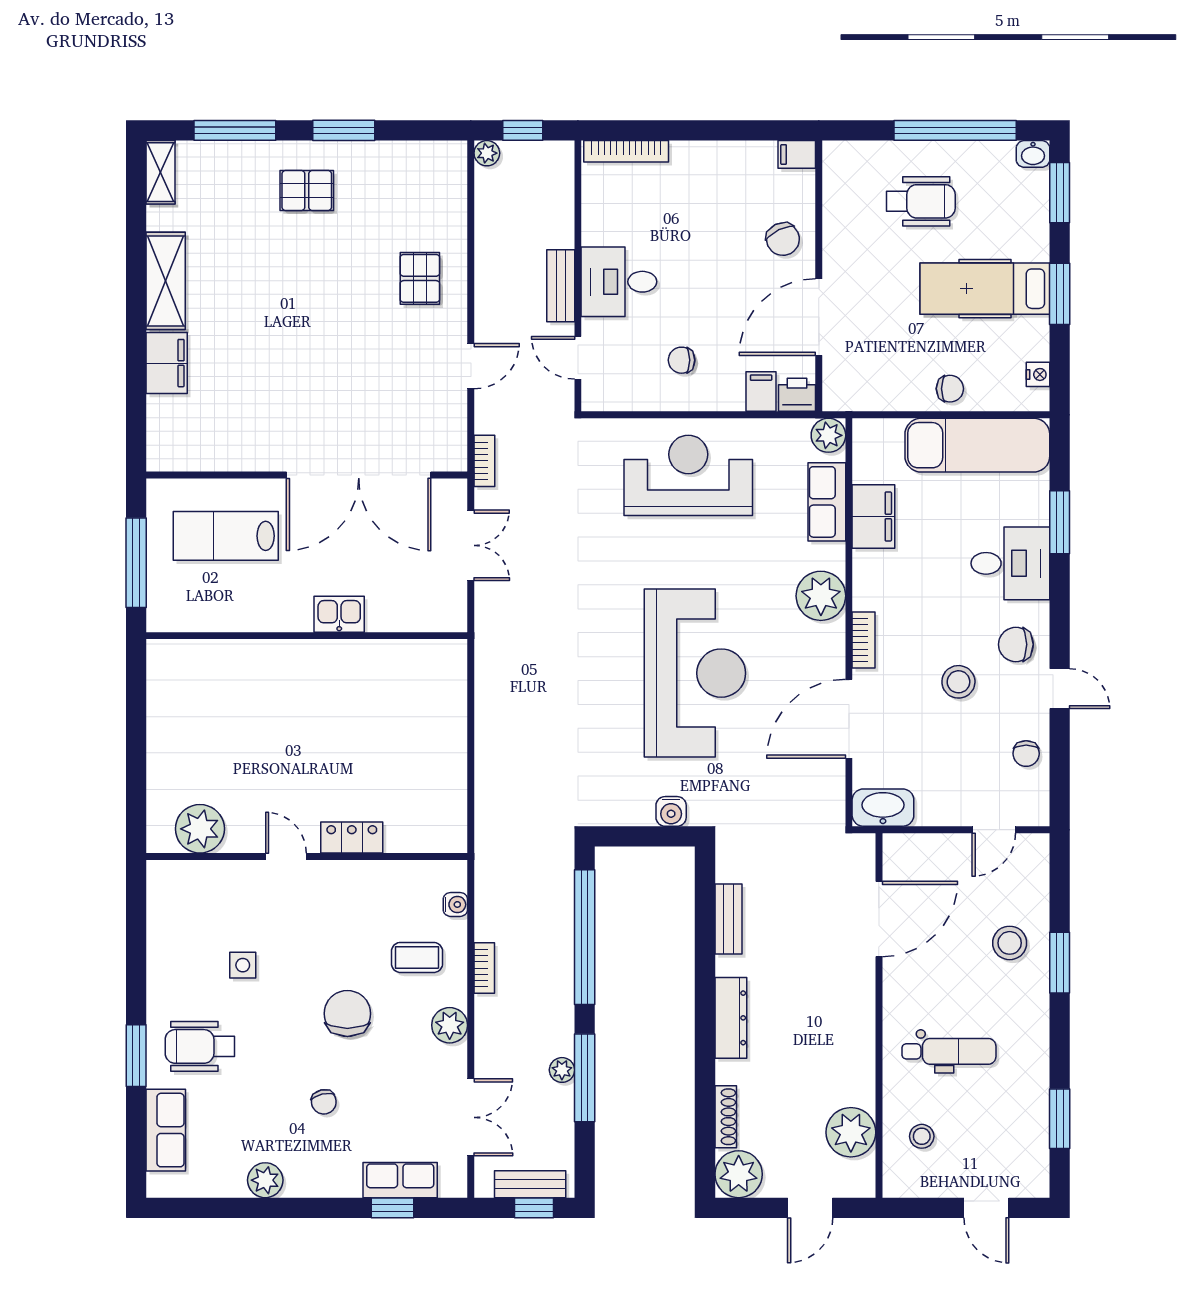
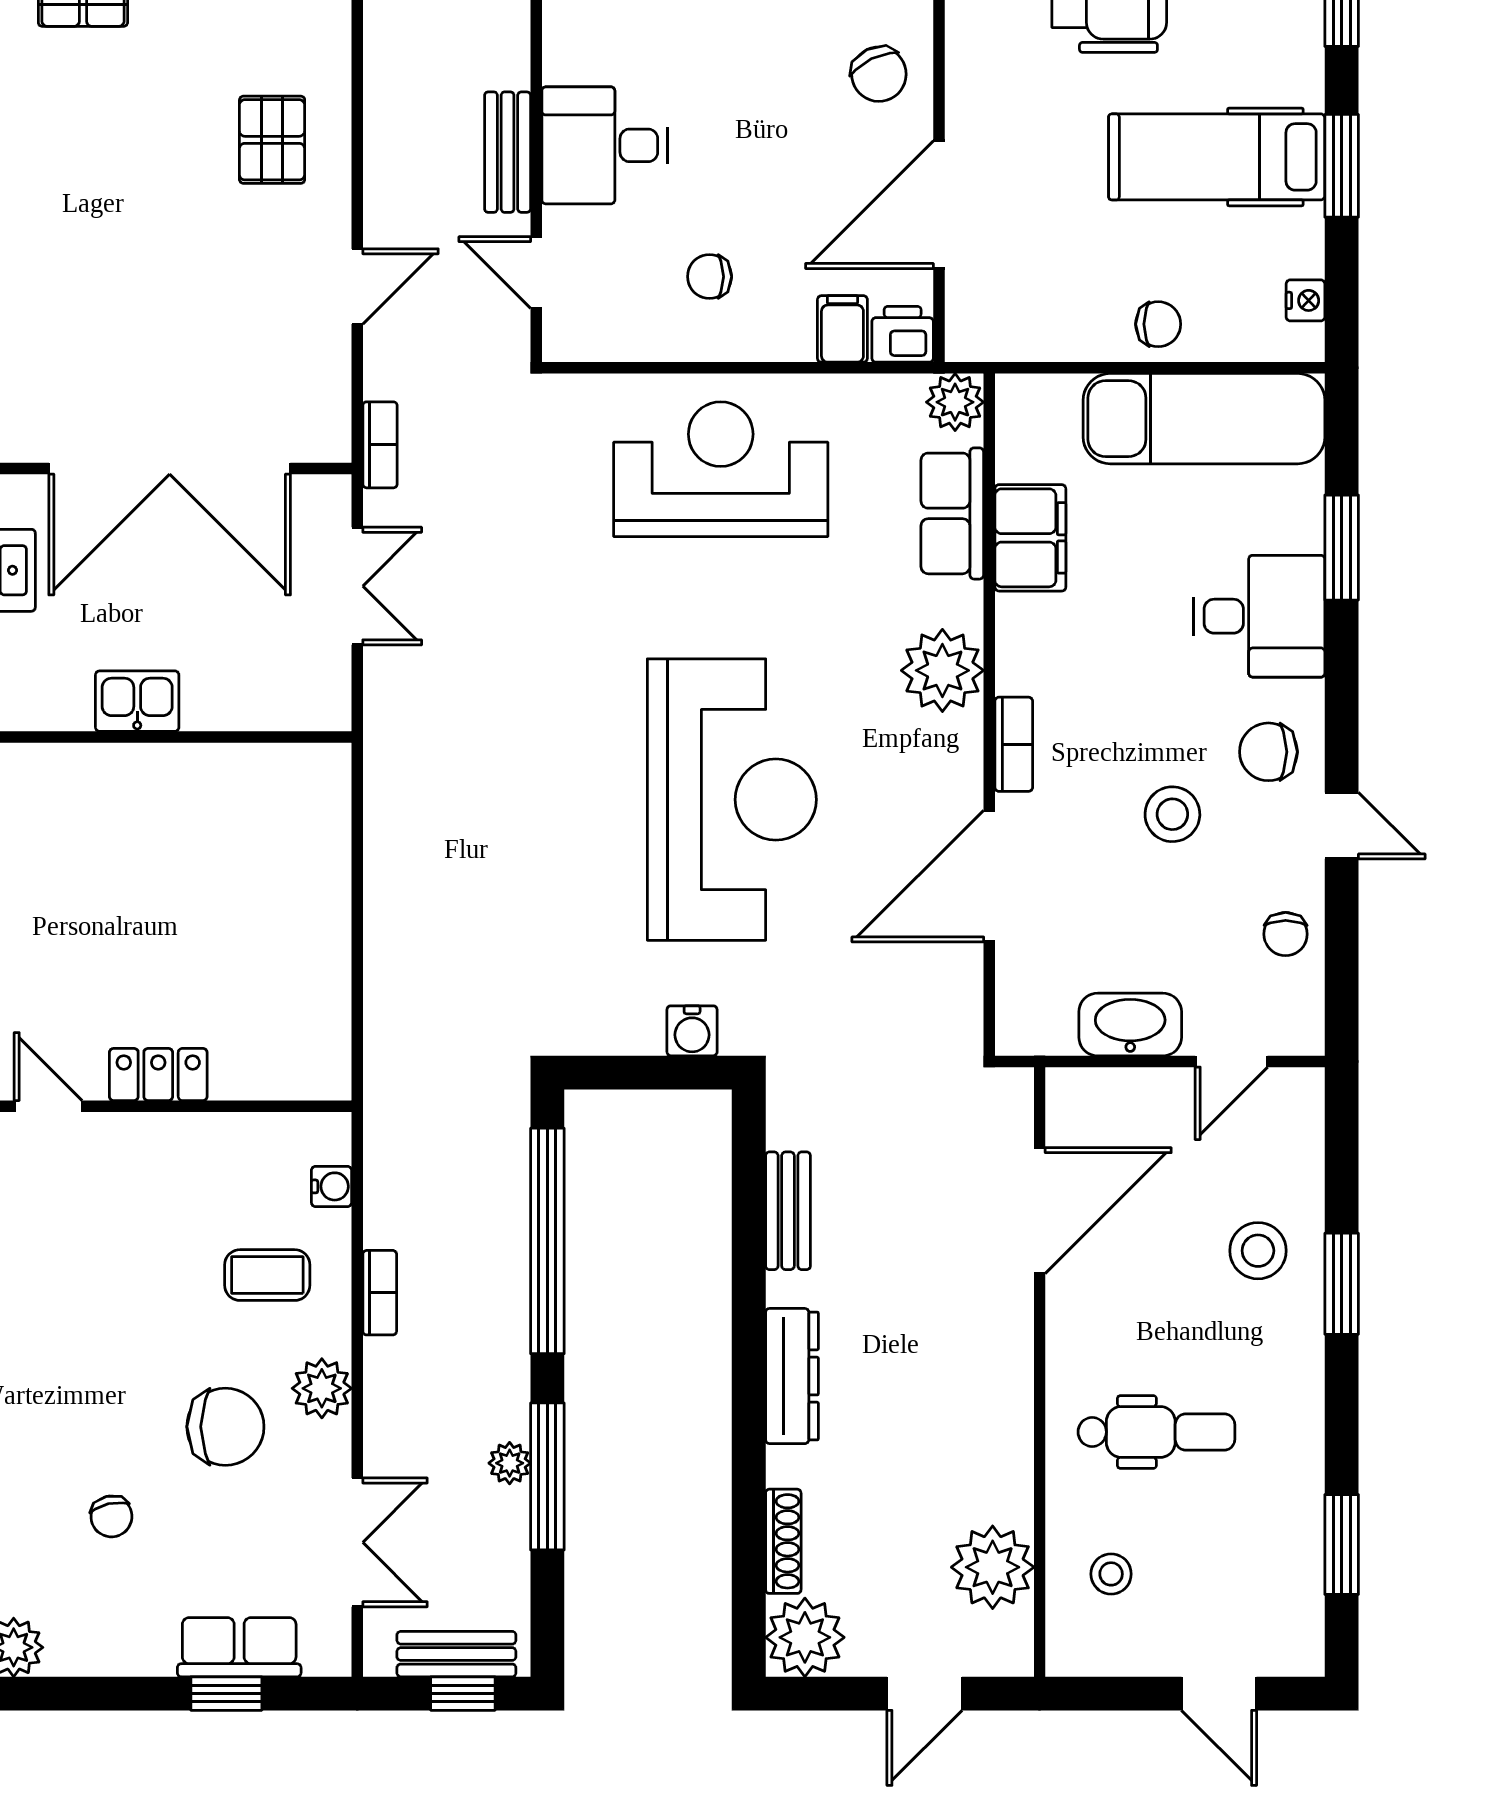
washbasin: (883, 808) -> (1130, 1024), moved
chair: (347, 1014) -> (225, 1427), moved, turned 90

